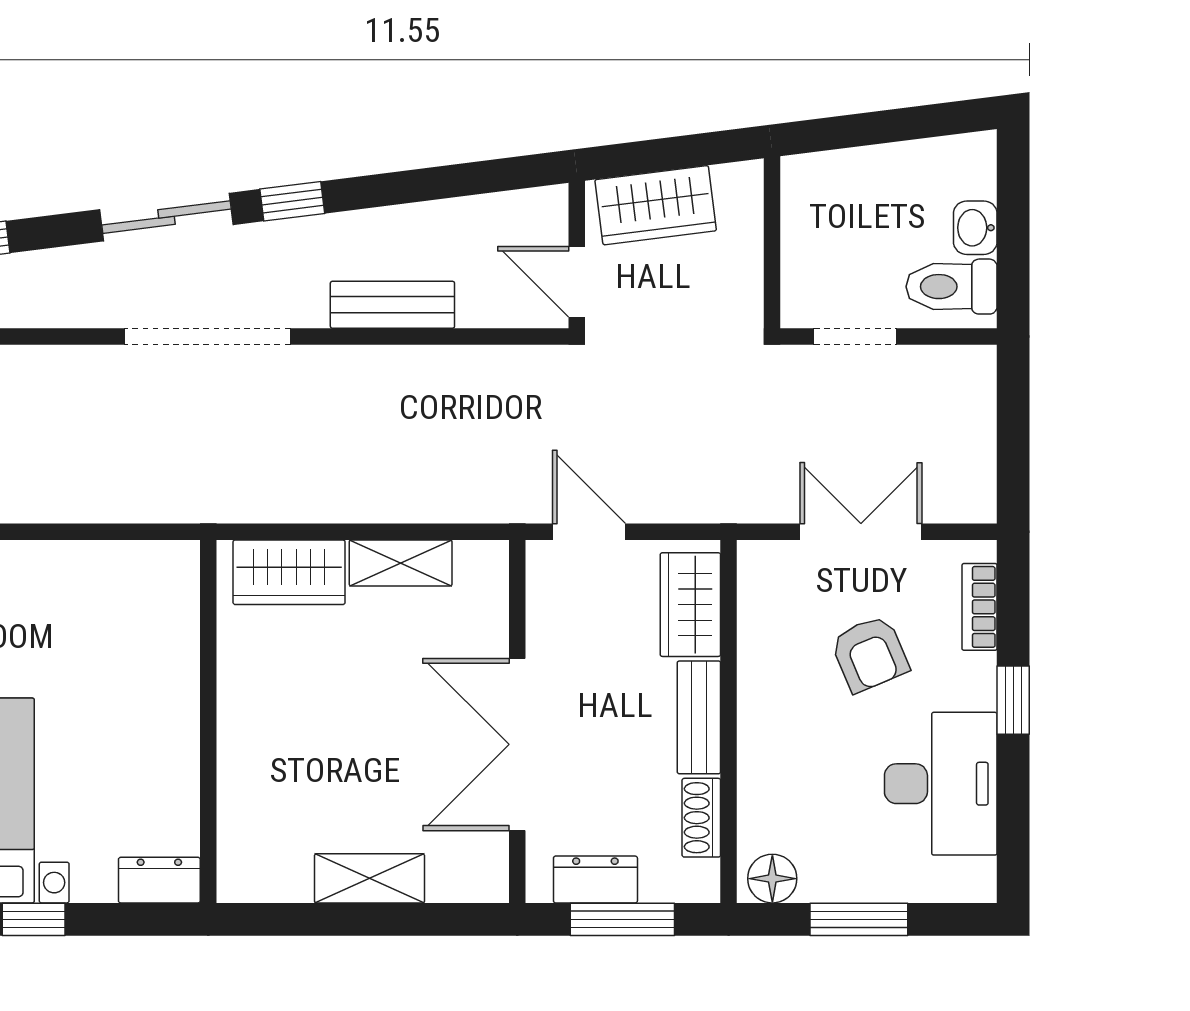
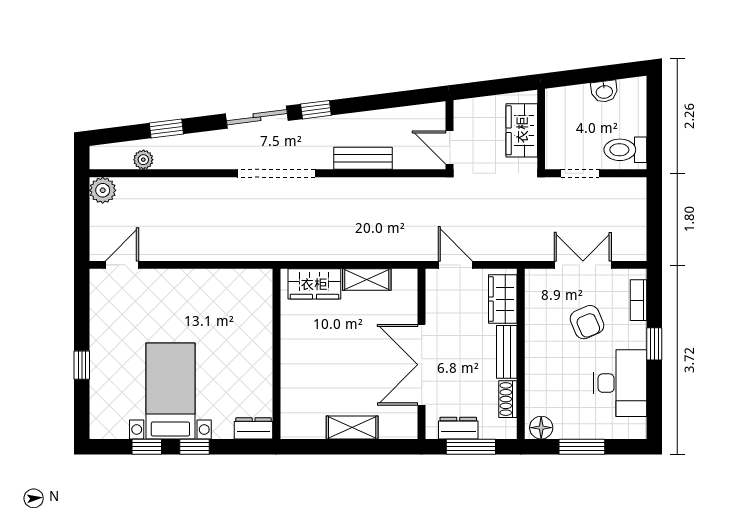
wardrobe: (656, 205) -> (522, 130), moved, turned 97
washbasin: (975, 228) -> (604, 91), moved, turned -97

